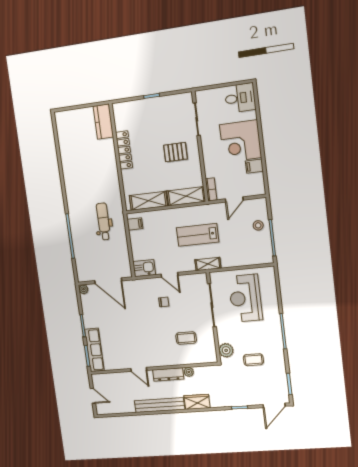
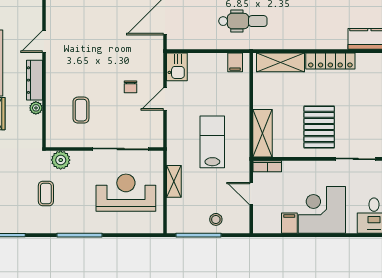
pallet: (175, 152) -> (319, 127), width x1.50, depth x1.42
shelving: (148, 201) -> (281, 62), moved, turned 90
shelving: (208, 264) -> (174, 181), moved

